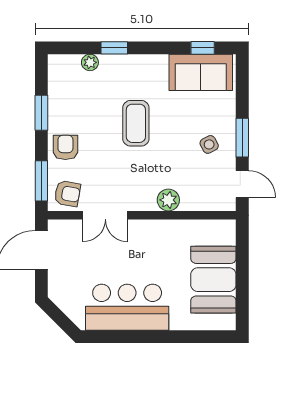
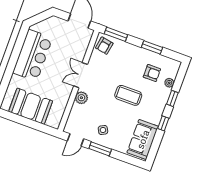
window: (203, 48) -> (163, 123), moved
armchair: (65, 147) -> (152, 73), moved
double door: (105, 215) -> (81, 75), moved

